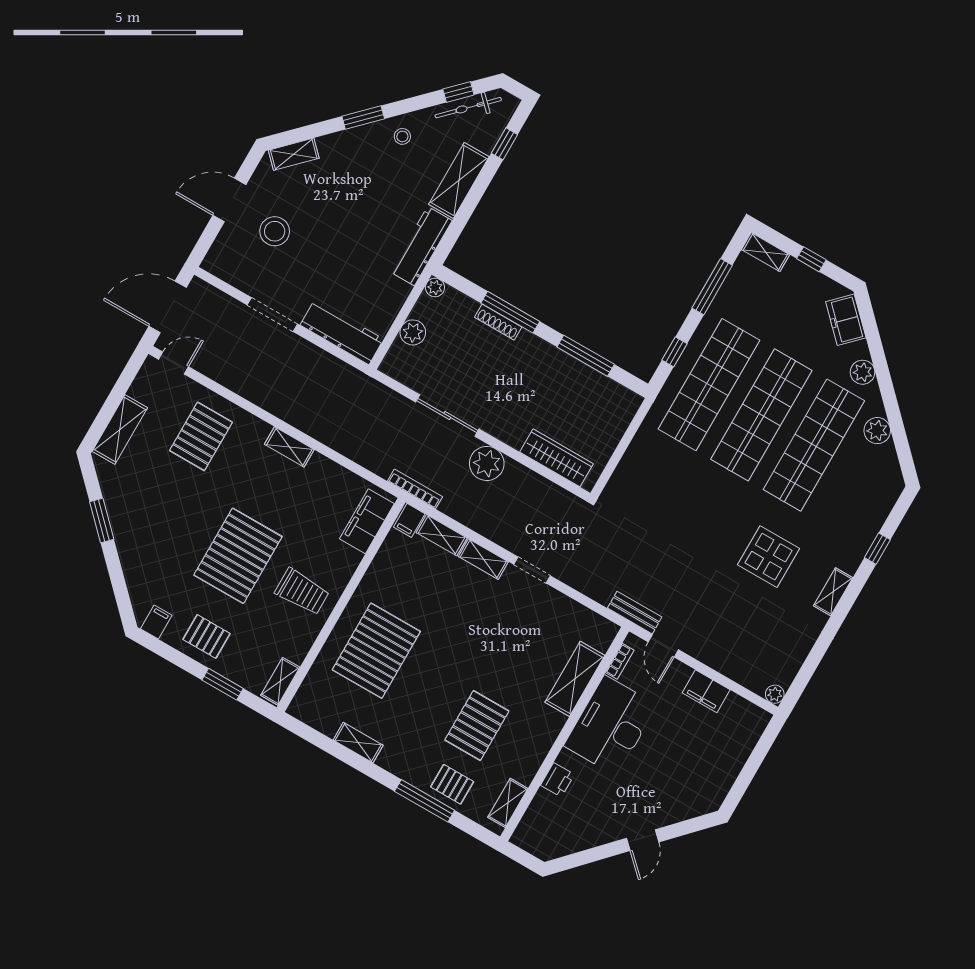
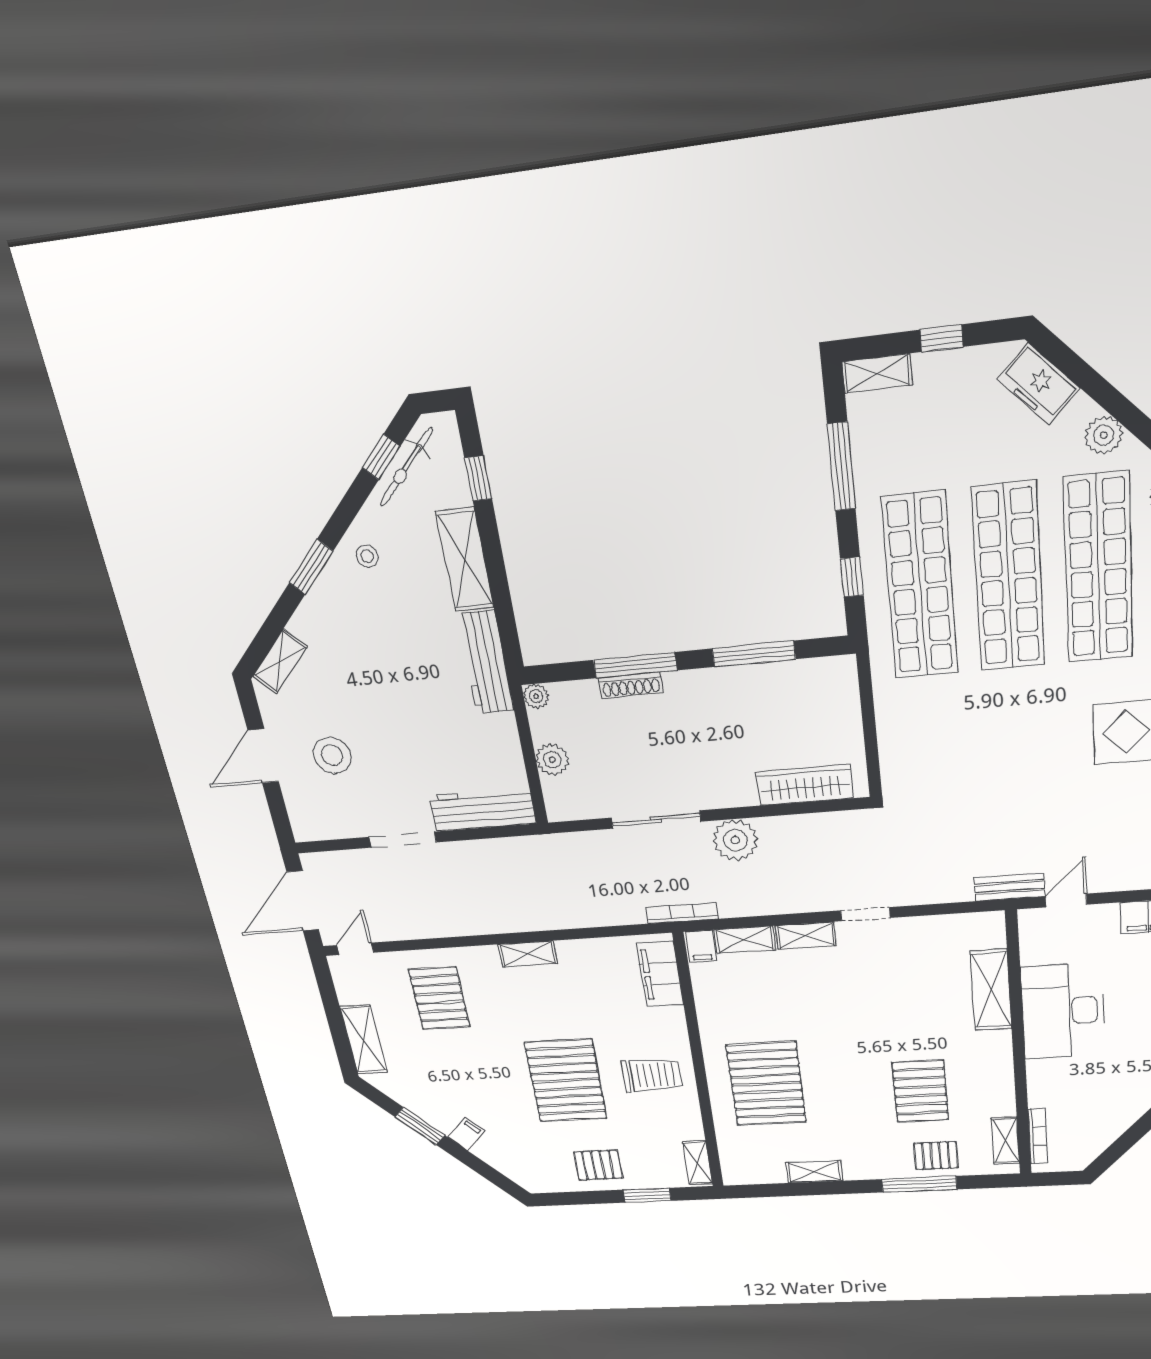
filing cabinet: (156, 622) -> (466, 1134), moved, turned 45
door: (663, 646) -> (1066, 900), swing flipped
bookcase: (620, 661) -> (1038, 1136), moved, width x1.56
printer: (557, 780) -> (1042, 1092), removed

